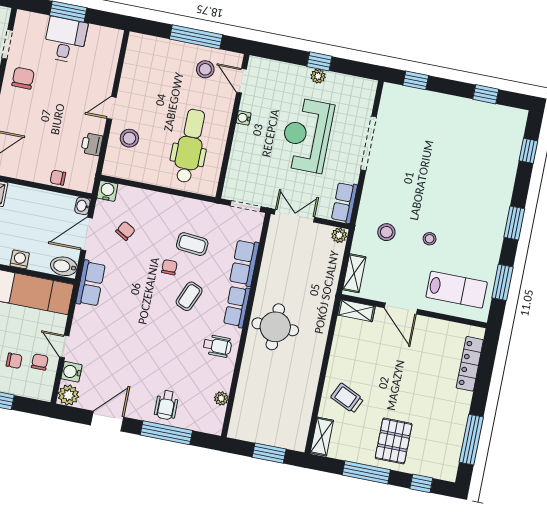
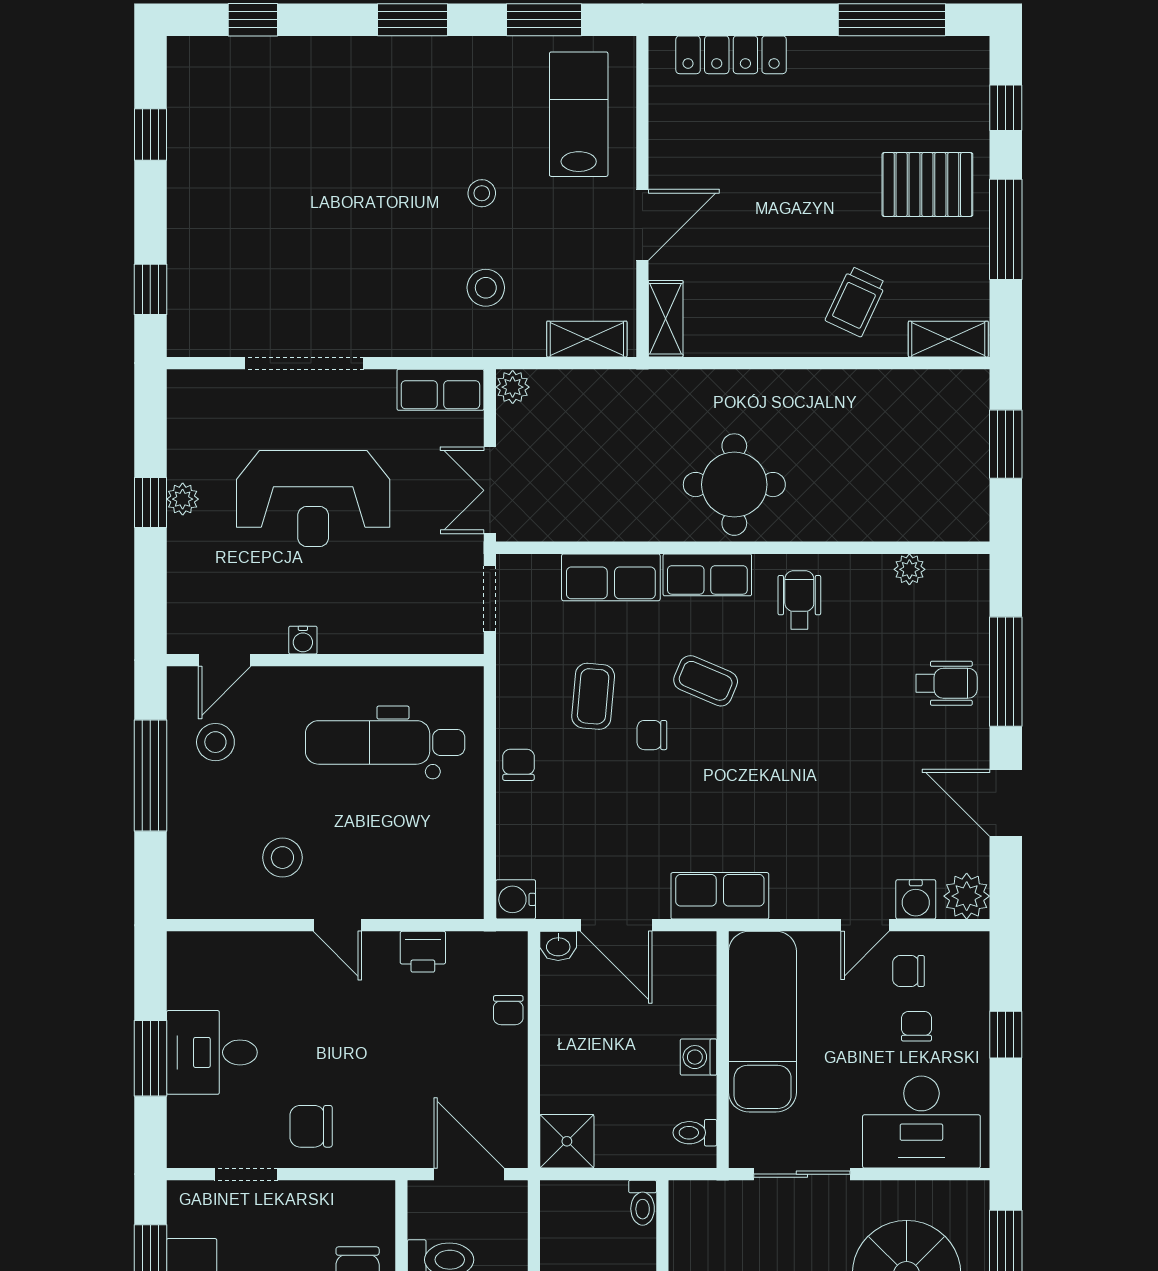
stool: (129, 138) -> (282, 858), moved
chair: (125, 231) -> (519, 765), moved, turned 60
bidet: (64, 266) -> (694, 960), removed

